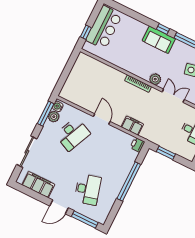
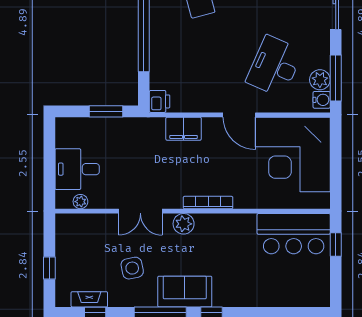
bar counter: (104, 27) -> (294, 234), moved, turned -90
sofa: (159, 40) -> (185, 292), moved
corner desk: (85, 87) -> (293, 154), added

